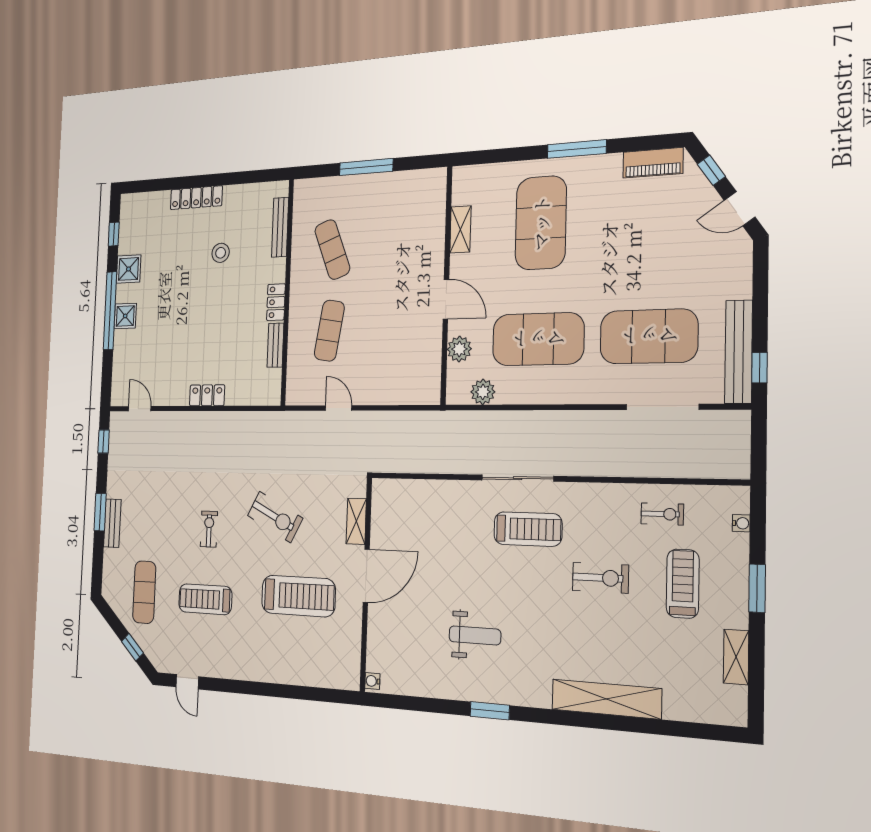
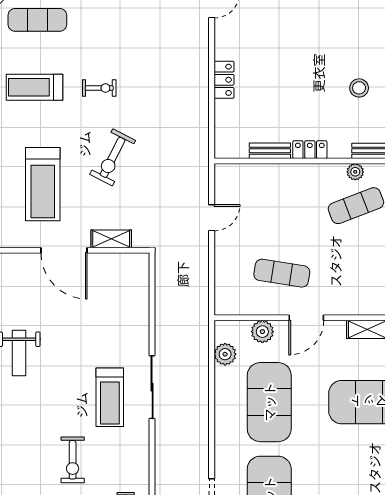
plant: (299, 252) -> (355, 172), added
exercise mat: (329, 331) -> (282, 273), moved
treadmill: (205, 599) -> (35, 87), turned -90

